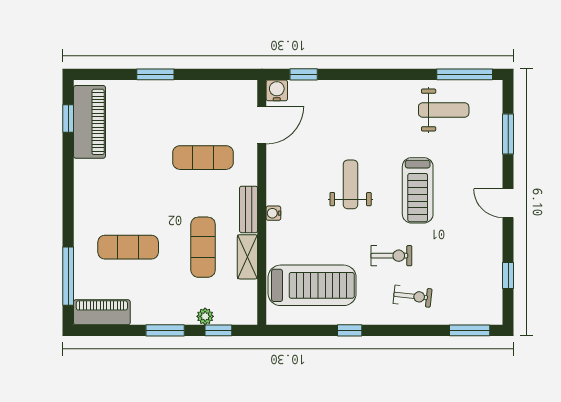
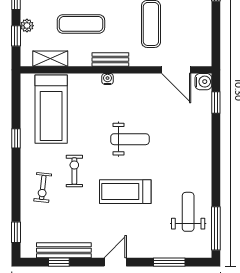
weight bench: (444, 110) -> (188, 212), turned 180
exercise bike: (391, 256) -> (74, 171), turned 180
shelving: (247, 257) -> (50, 59), moved
bench: (493, 269) -> (64, 250), added
window: (470, 330) -> (16, 232), width x0.67

